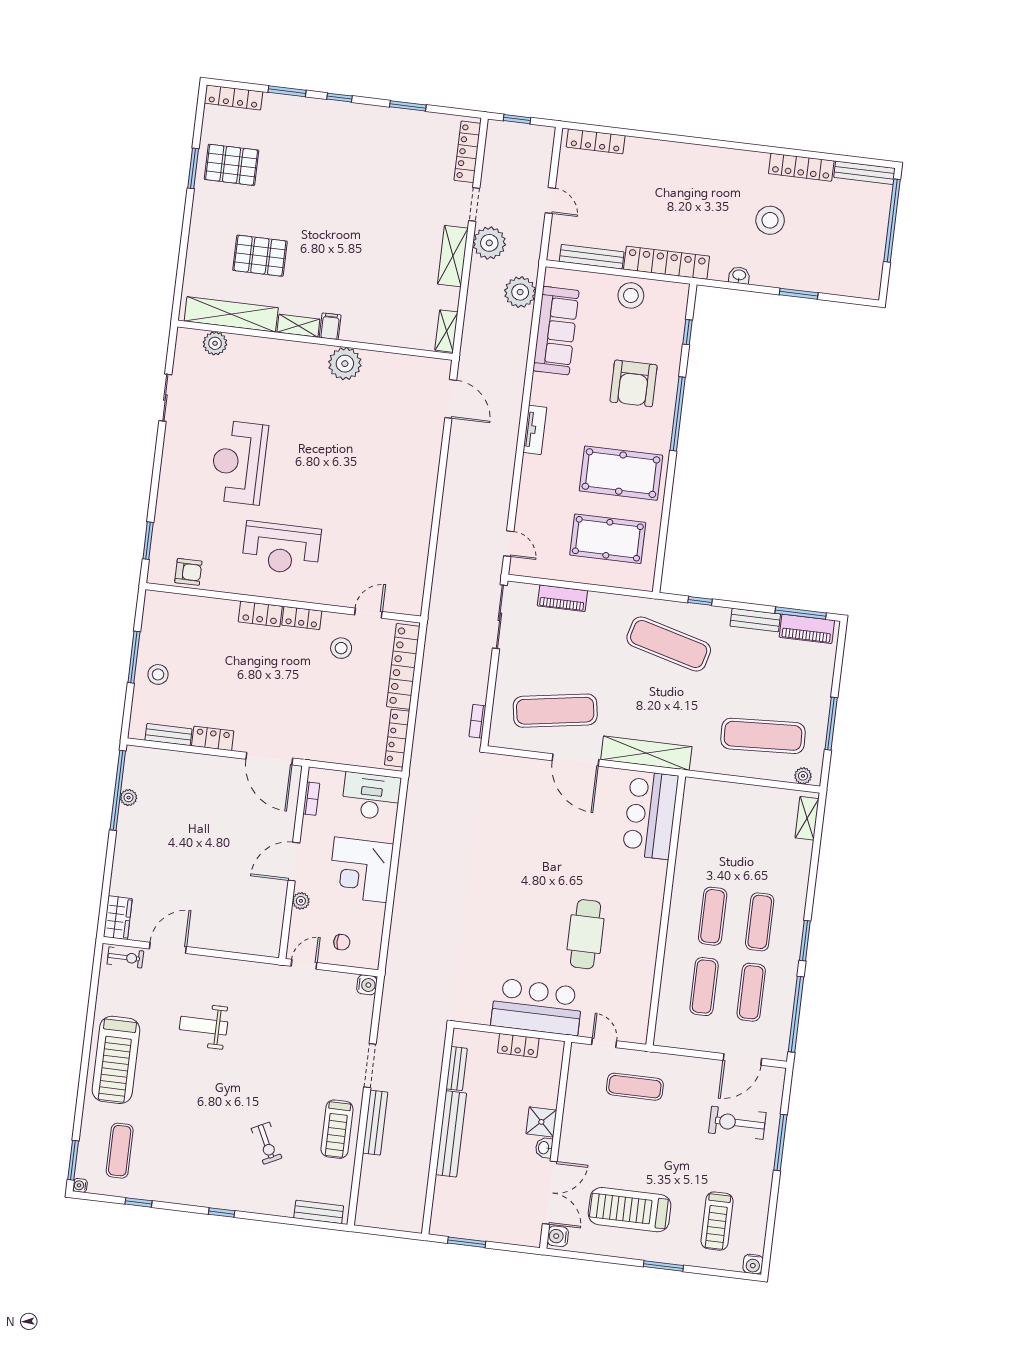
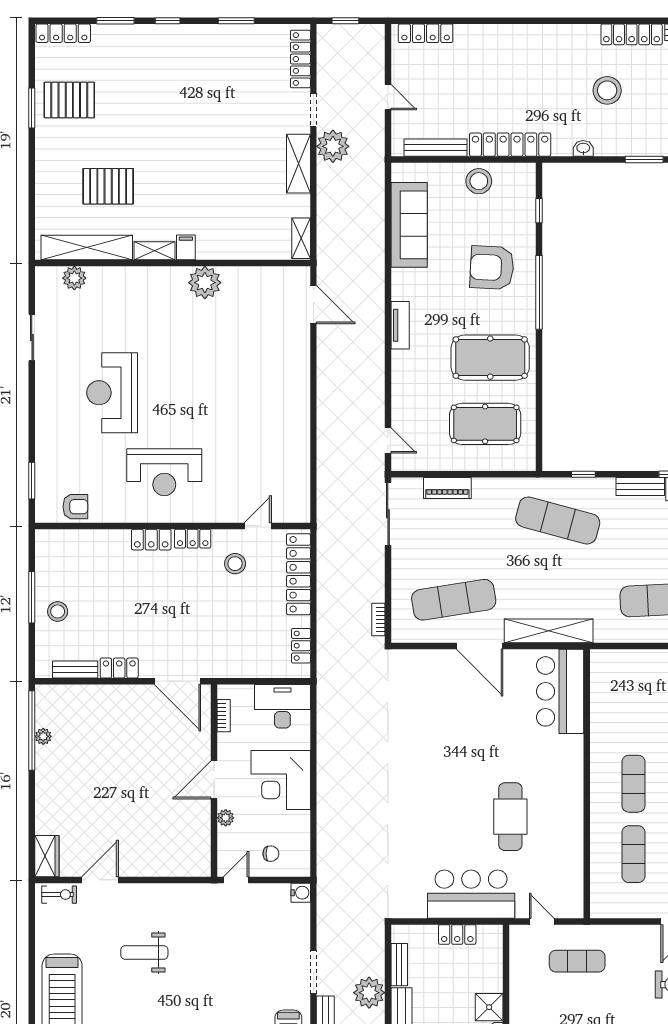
plant: (520, 292) -> (369, 993), moved
armchair: (634, 383) -> (492, 268), turned 93
locker: (397, 738) -> (301, 646), width x0.66

